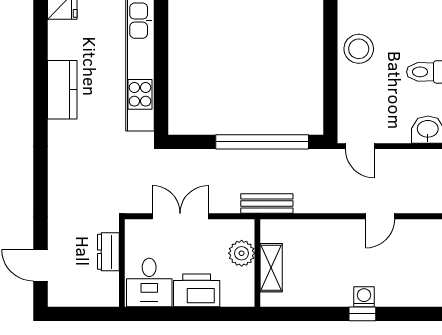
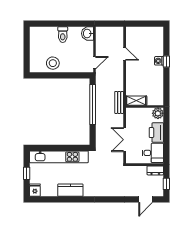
dresser: (108, 252) -> (155, 170), moved
plant: (242, 253) -> (158, 113), moved
shelving: (271, 268) -> (136, 101), moved
window: (77, 314) -> (166, 184), added

